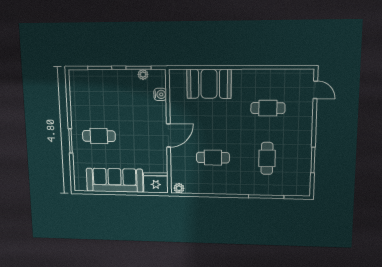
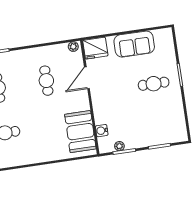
booth: (209, 84) -> (80, 132), moved, turned 90
door: (168, 135) -> (87, 78), moved
cafe table: (213, 158) -> (46, 81), turned 90
sofa: (115, 180) -> (134, 44), width x0.73

